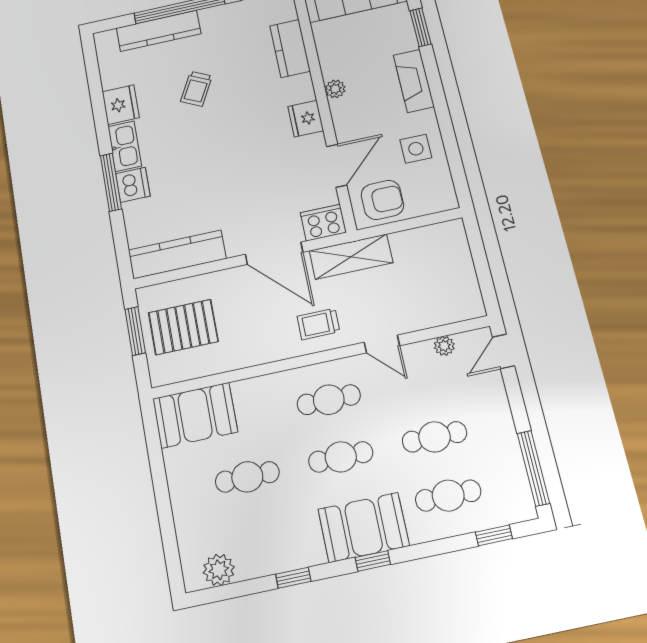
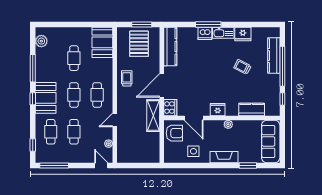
armchair: (382, 200) -> (174, 133), turned -90
trolley: (318, 324) -> (127, 78), moved
window: (293, 578) -> (33, 68), width x2.17

